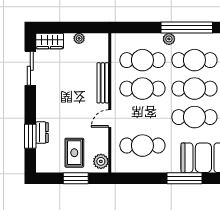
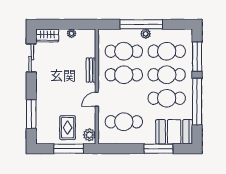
window: (187, 27) -> (141, 24), moved
bench: (103, 83) -> (91, 70), width x0.73
dresser: (42, 133) -> (41, 111), removed
window: (30, 136) -> (31, 114), width x1.44
window: (76, 178) -> (69, 149), width x1.44

